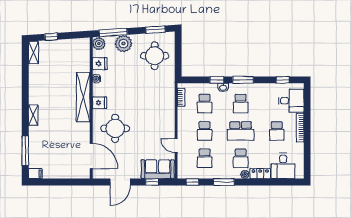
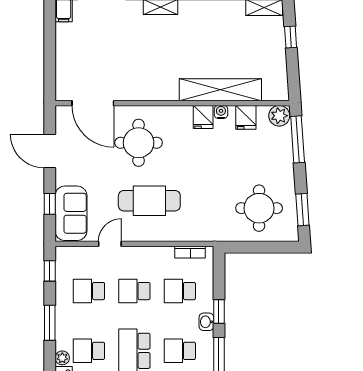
plant: (123, 44) -> (279, 157), removed
shelving: (83, 97) -> (220, 90), moved
fridge: (100, 103) -> (203, 117), moved
cafe table: (150, 122) -> (149, 201), added
door: (91, 156) -> (93, 103), hinge flipped

